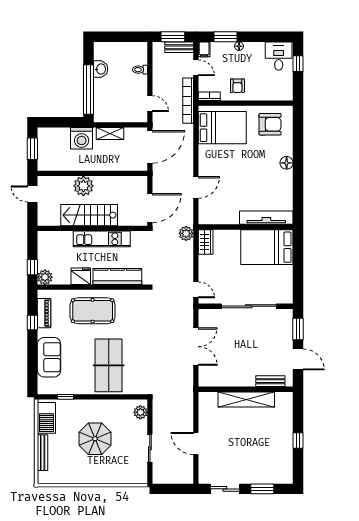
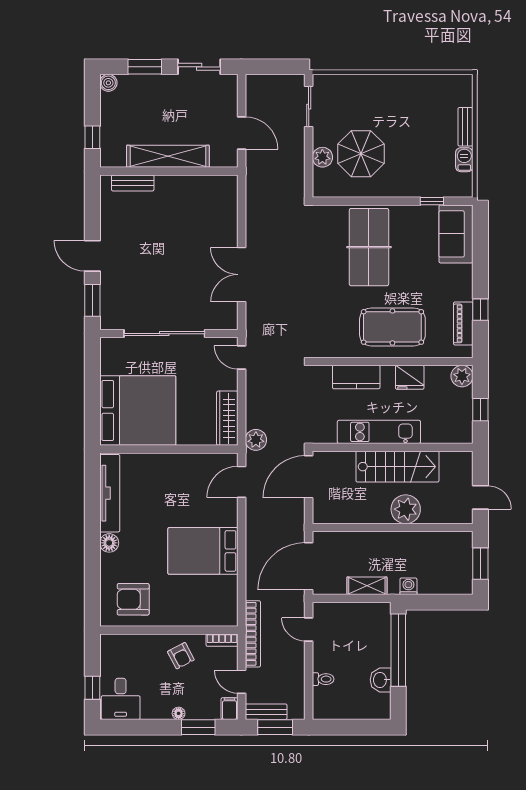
armchair: (237, 86) -> (181, 656), turned 152
bed: (222, 128) -> (203, 551), moved
washing machine: (82, 138) -> (408, 586), width x0.53, depth x0.53
door: (196, 187) -> (242, 482), moved
tv unit: (266, 218) -> (110, 493), moved, turned -90
wardrobe: (206, 242) -> (227, 418), width x1.50
bed: (267, 247) -> (138, 410), width x1.36
window: (32, 267) -> (480, 410), moved
kitchen counter: (117, 276) -> (356, 377), width x0.67
sofa: (49, 357) -> (456, 234), moved
bench: (270, 381) -> (133, 183), moved
wall: (246, 389) -> (169, 171), moved
shelving: (246, 400) -> (168, 156), moved
plant: (140, 412) -> (322, 157), moved
barbecue: (46, 418) -> (464, 160), width x0.53, depth x0.65
parasol: (95, 439) -> (361, 154), moved
sliding door: (150, 448) -> (309, 107), moved
bench: (43, 453) -> (465, 127), width x0.73
boiler: (287, 478) -> (108, 83), added

